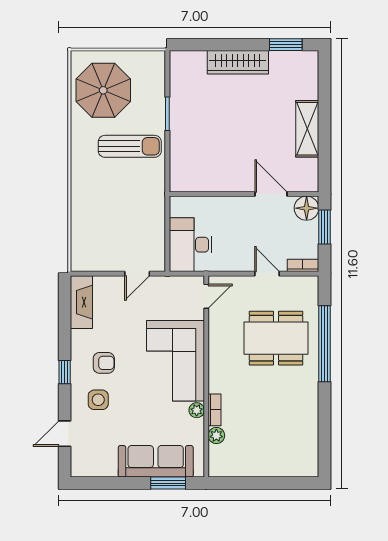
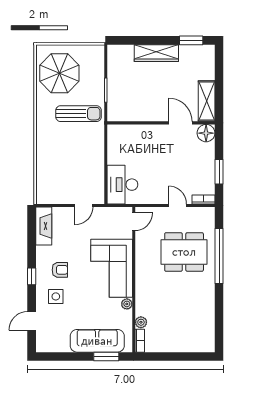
wall: (244, 194) -> (161, 123), moved
door: (271, 194) -> (180, 123), moved
floor lamp: (307, 208) -> (206, 133), moved
bookcase: (215, 410) -> (140, 341), moved

